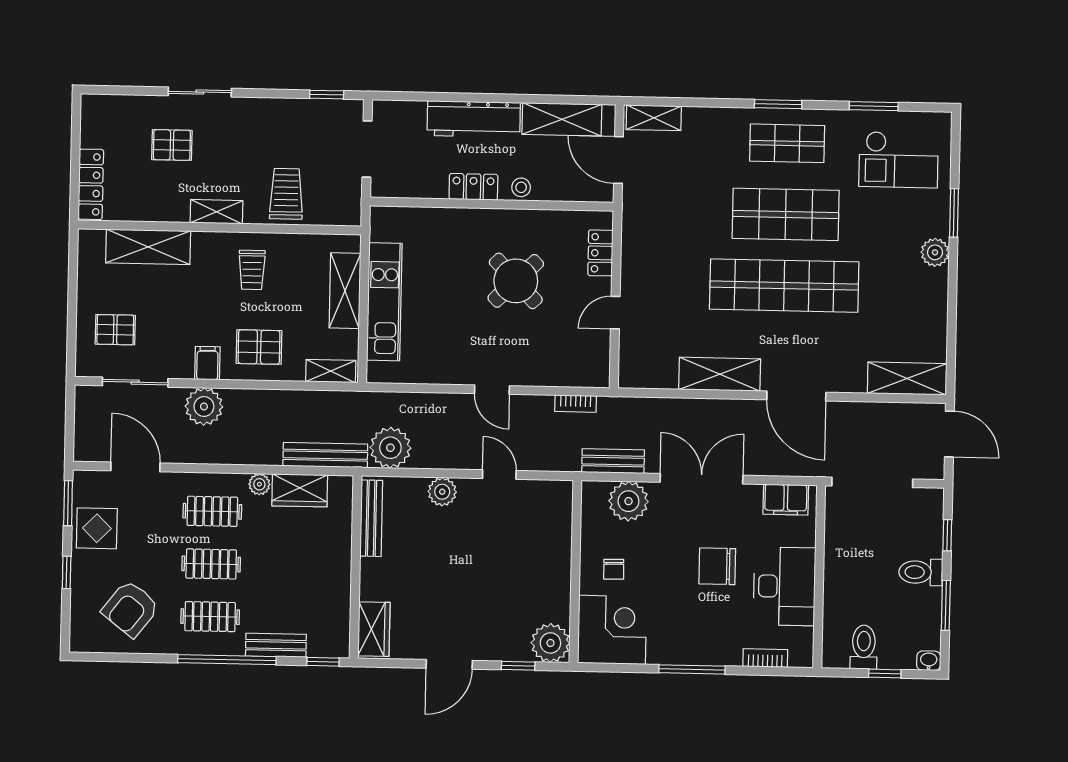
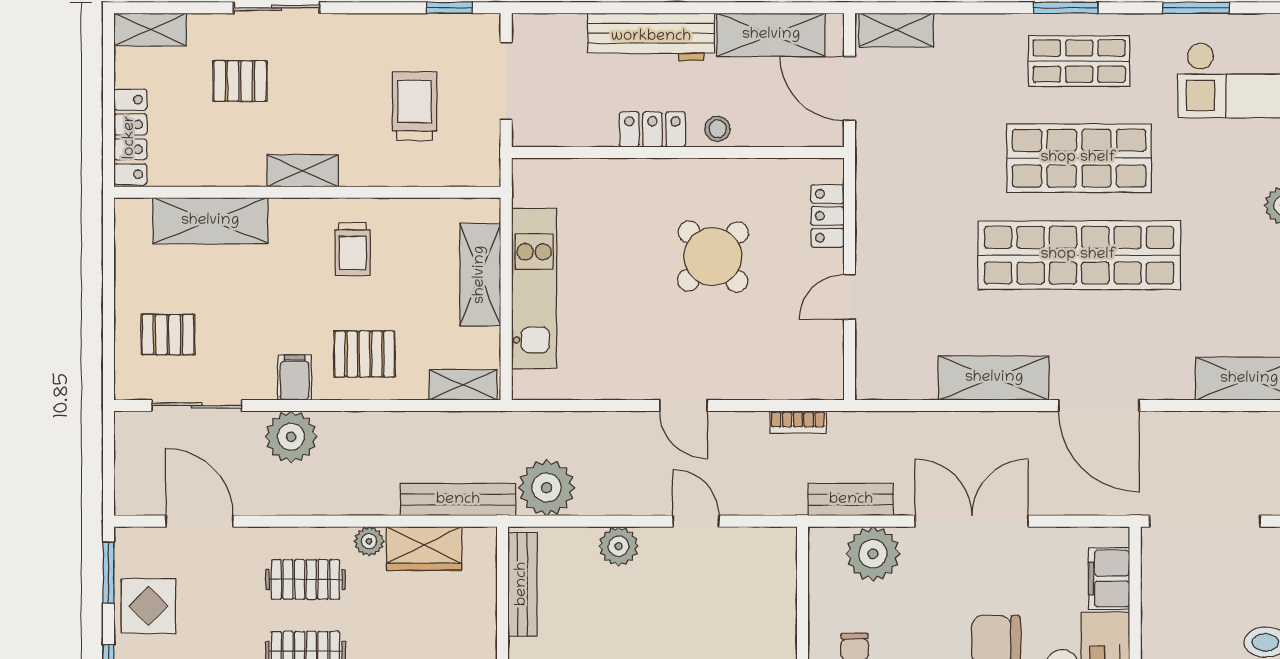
shelving: (107, 106) -> (150, 30), added
trolley: (286, 194) -> (415, 106), moved
filing cabinet: (786, 500) -> (1109, 579), moved, turned 90

